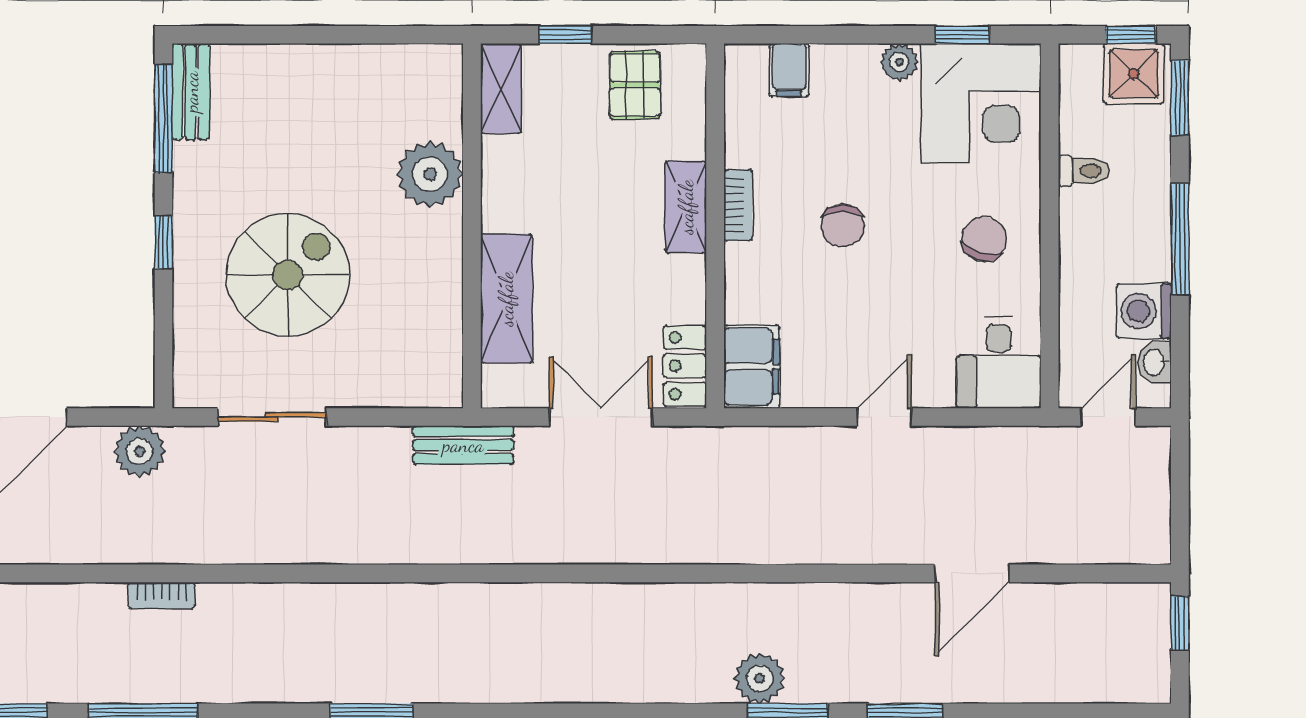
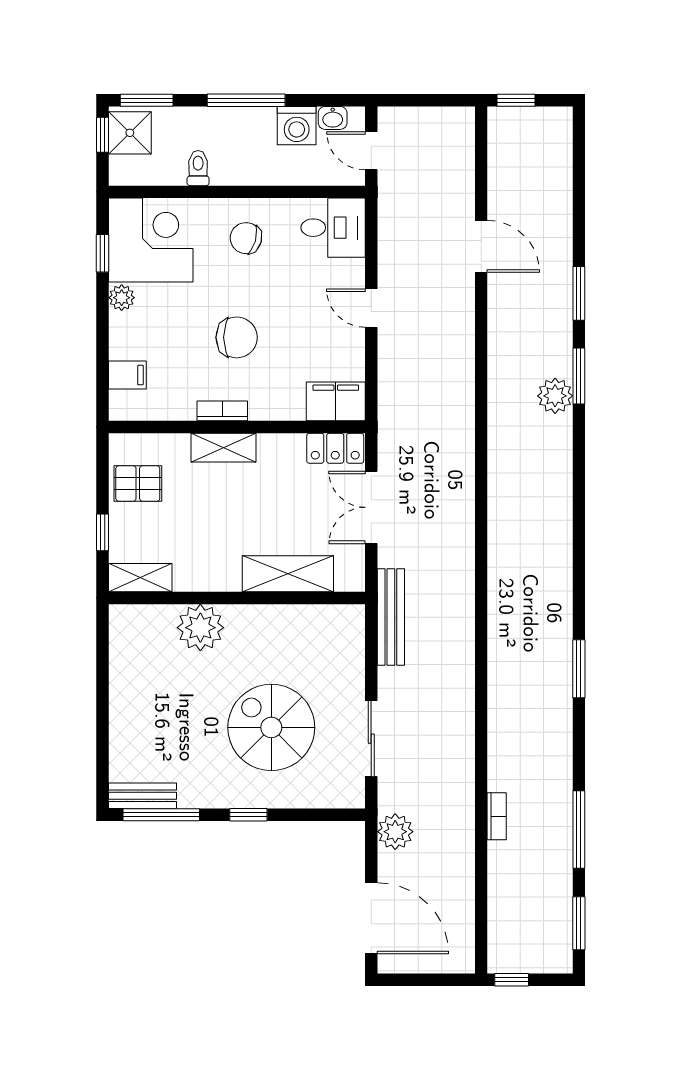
chair: (843, 226) -> (237, 337), width x1.37, depth x1.37
bench: (463, 445) -> (391, 617), width x1.36

